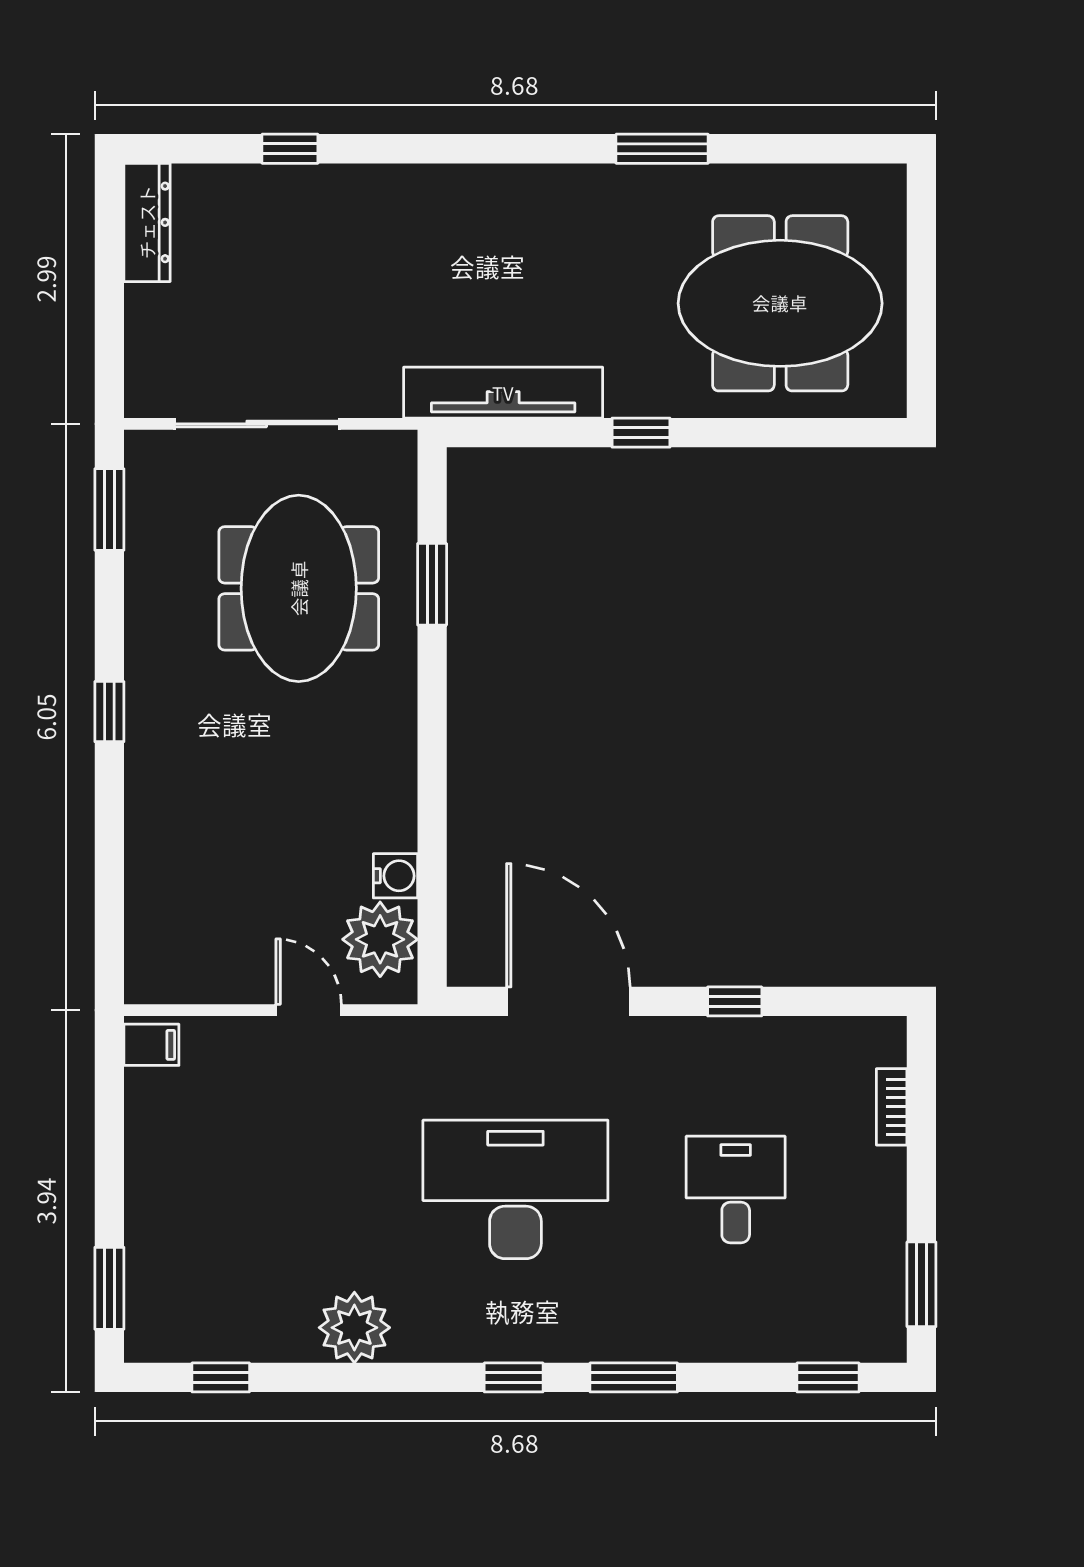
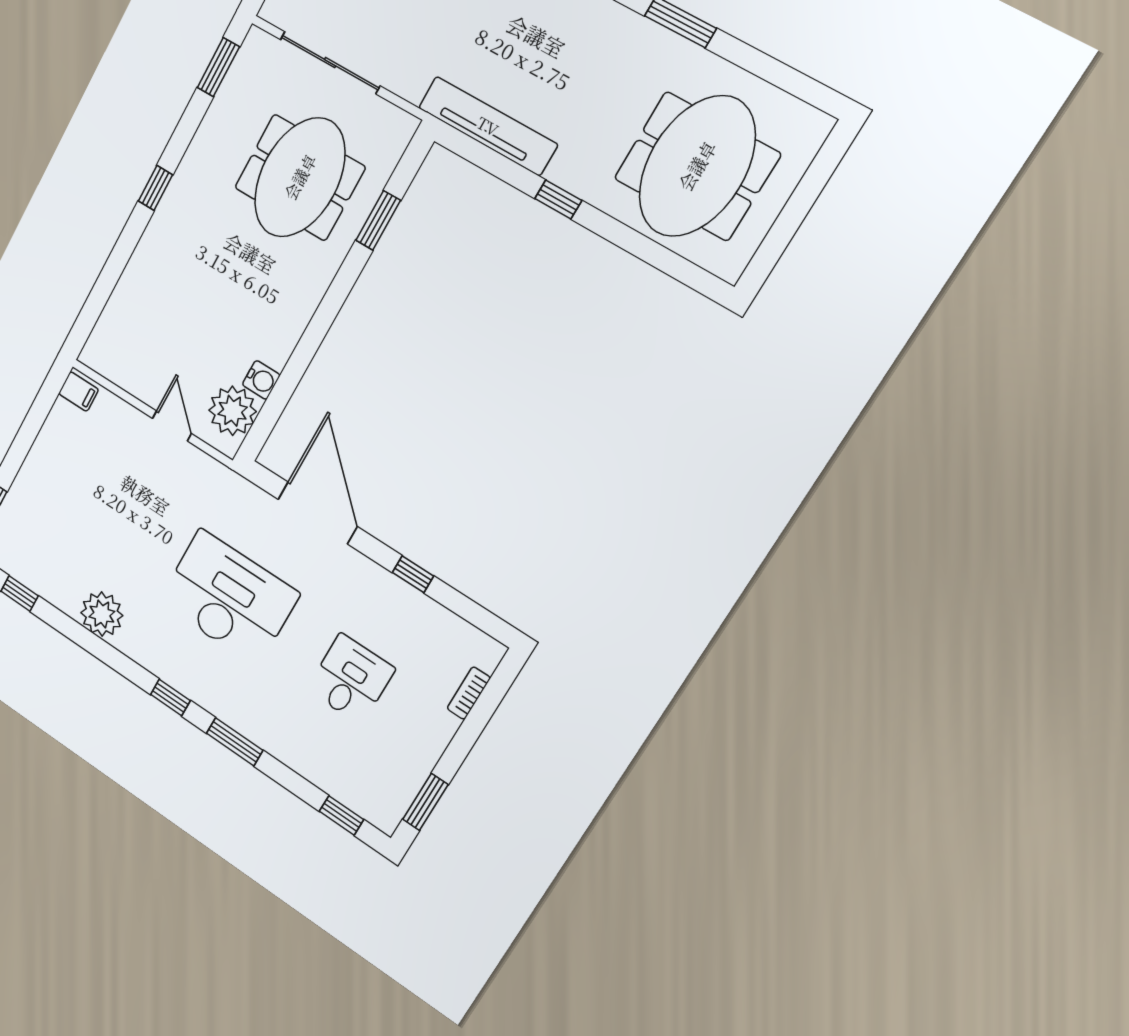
meeting table: (780, 303) -> (697, 166), turned 90

